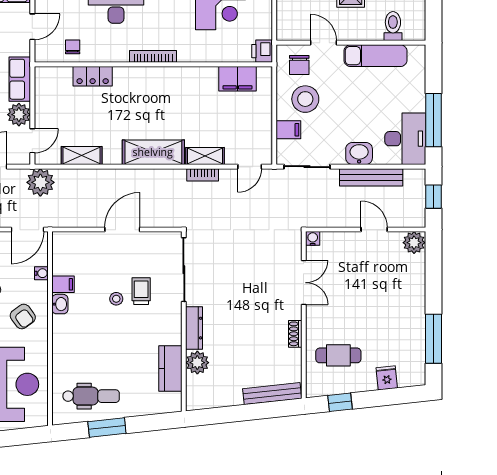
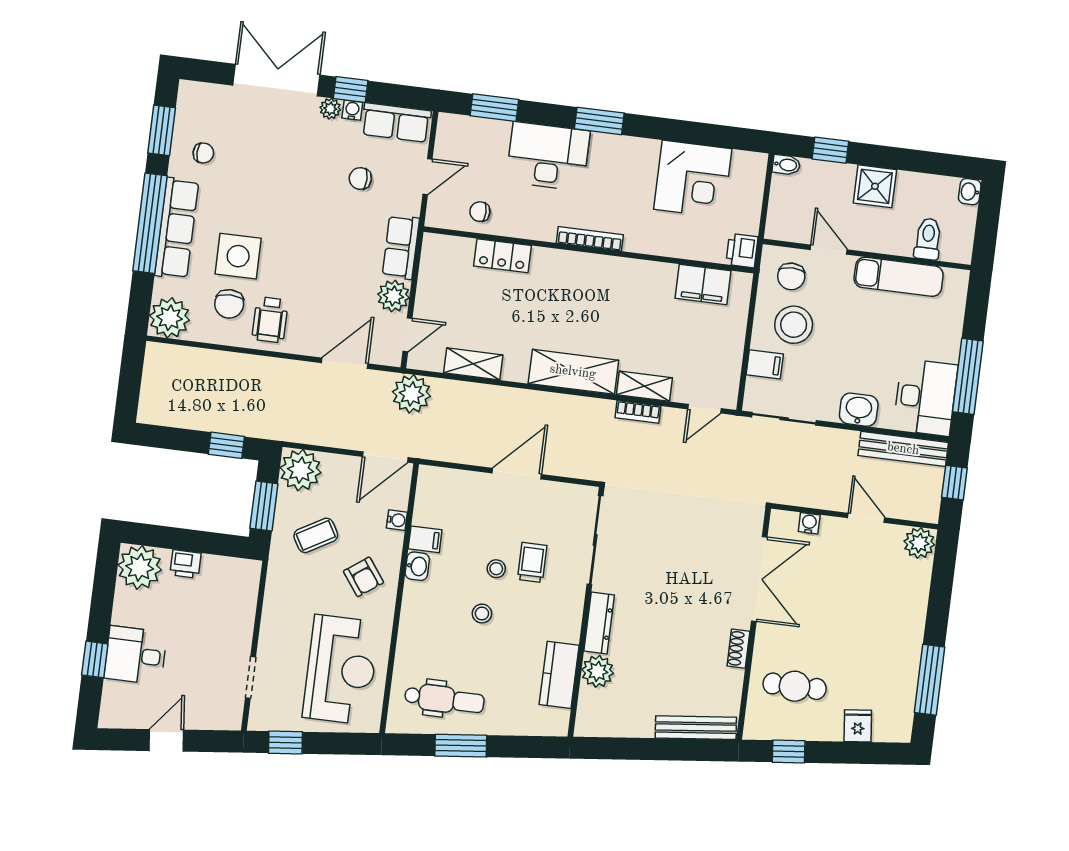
chair: (73, 47) -> (480, 212), turned -90
bench: (371, 177) -> (903, 449), moved
water cooler: (313, 238) -> (809, 523), moved
double door: (304, 283) -> (759, 579), width x1.37
stool: (110, 332) -> (482, 614), added

